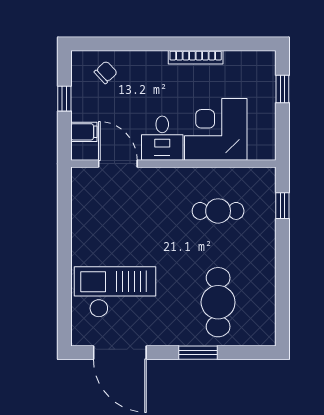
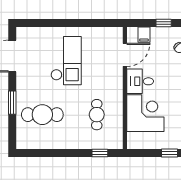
checkout: (115, 292) -> (66, 61), moved

